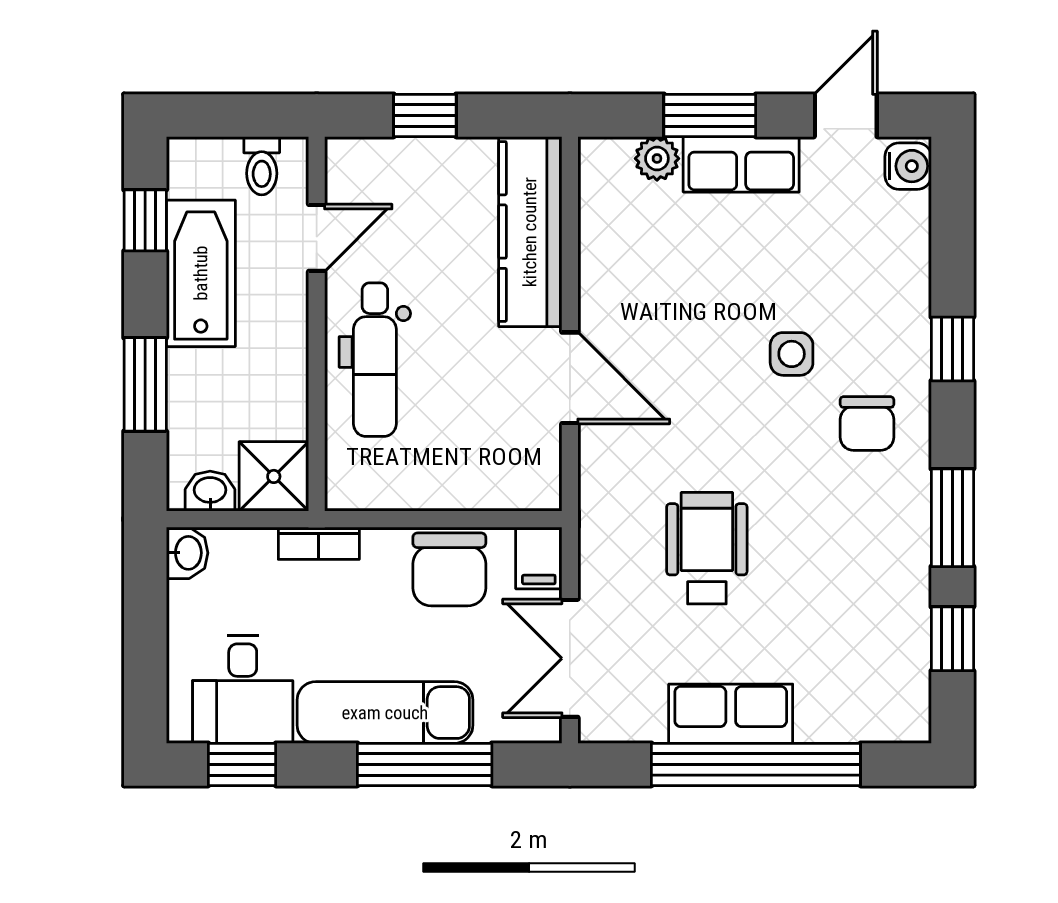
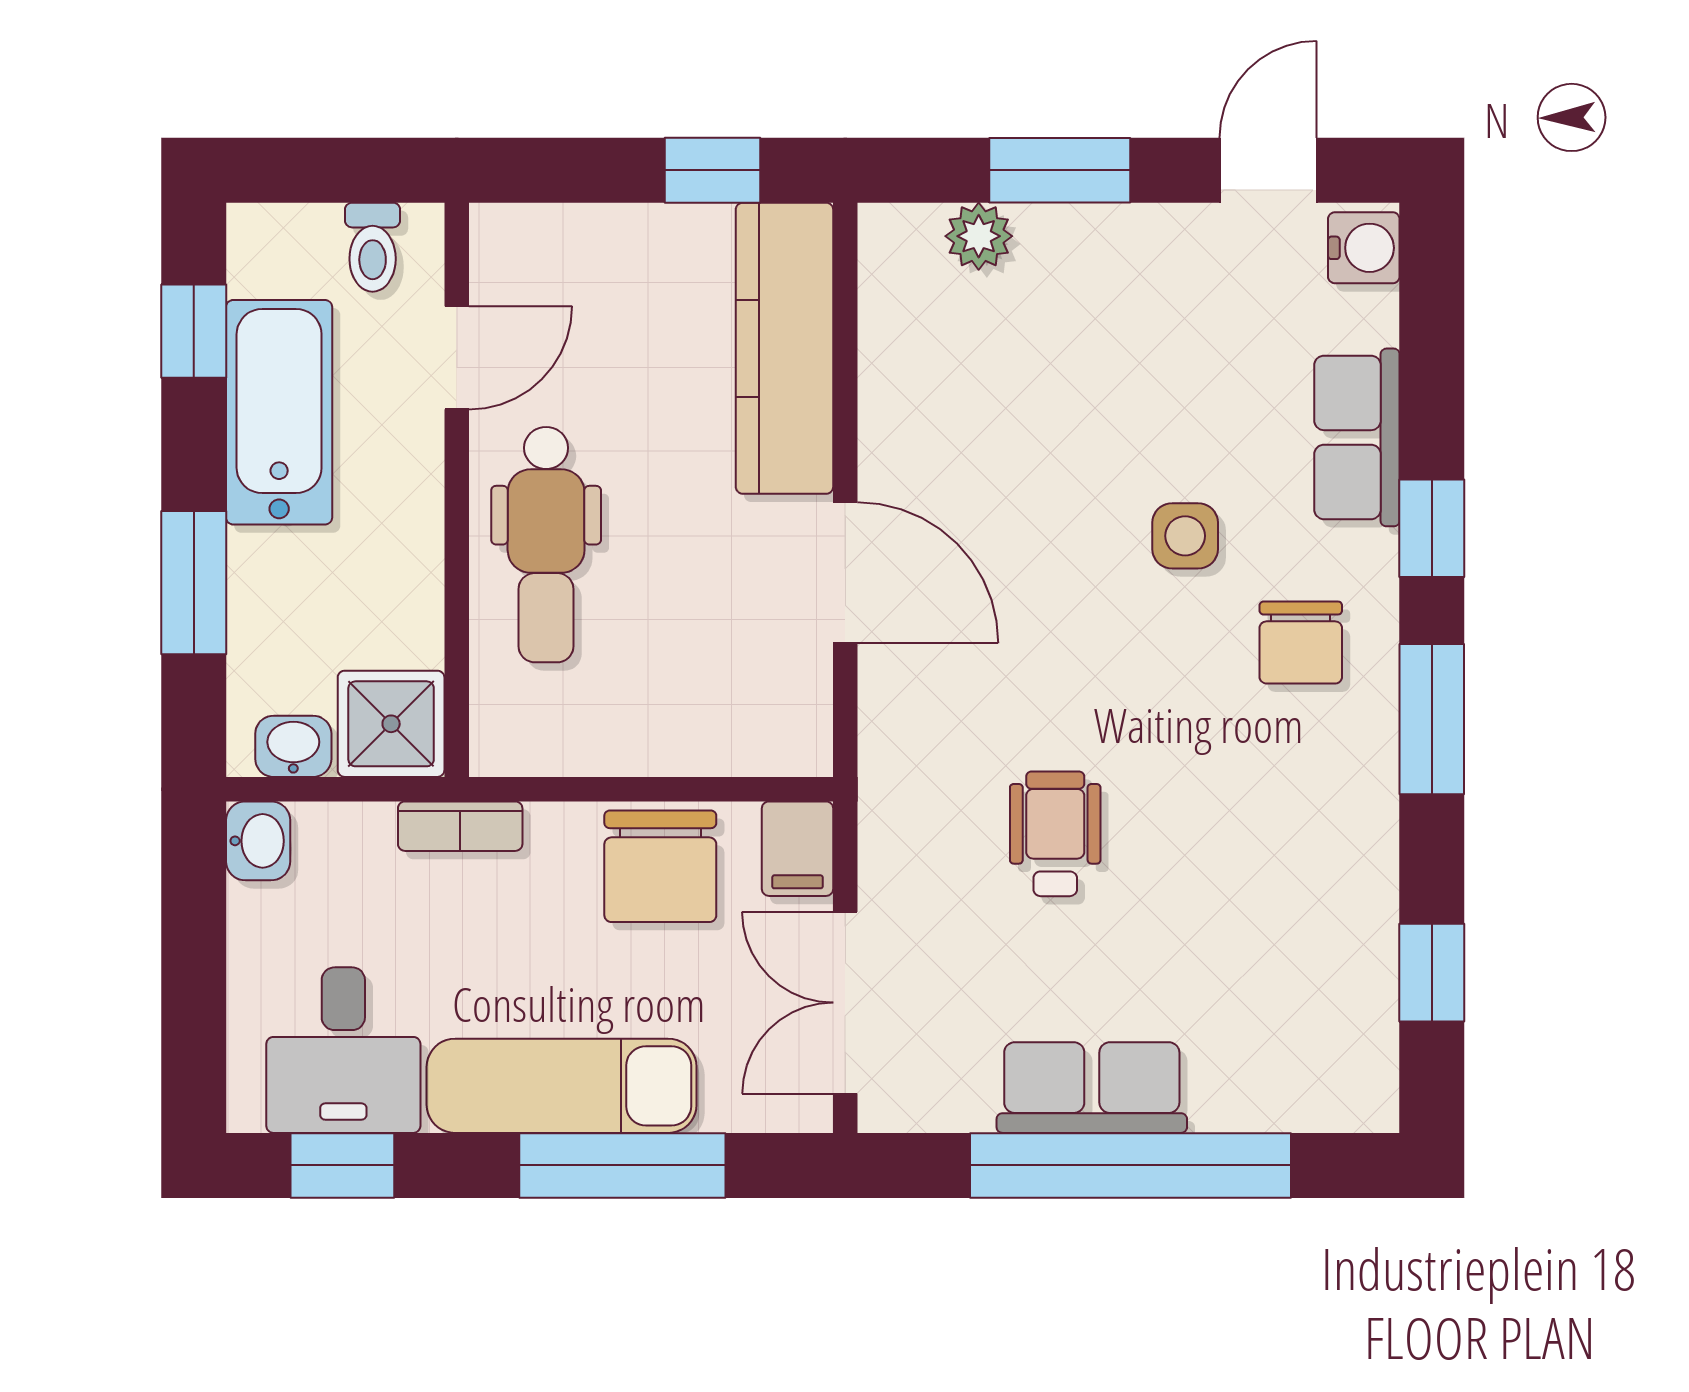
window: (425, 115) -> (713, 170), moved
row of seats: (741, 164) -> (1357, 437), moved, turned 90
window: (952, 518) -> (1432, 719), moved
wheelchair: (707, 548) -> (1055, 834), width x0.73, depth x0.73

